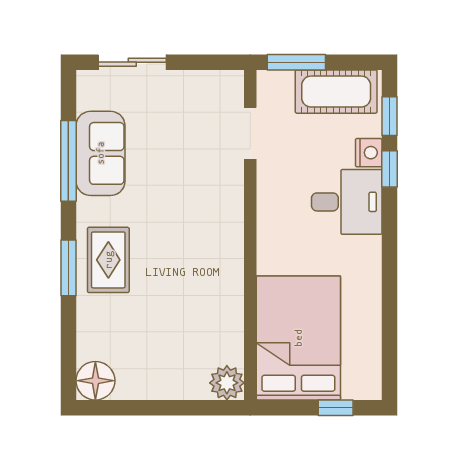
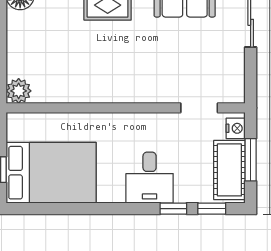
window: (296, 62) -> (251, 160), moved
nightstand: (369, 153) -> (236, 128), moved, turned -90
bed: (298, 338) -> (51, 173), moved

